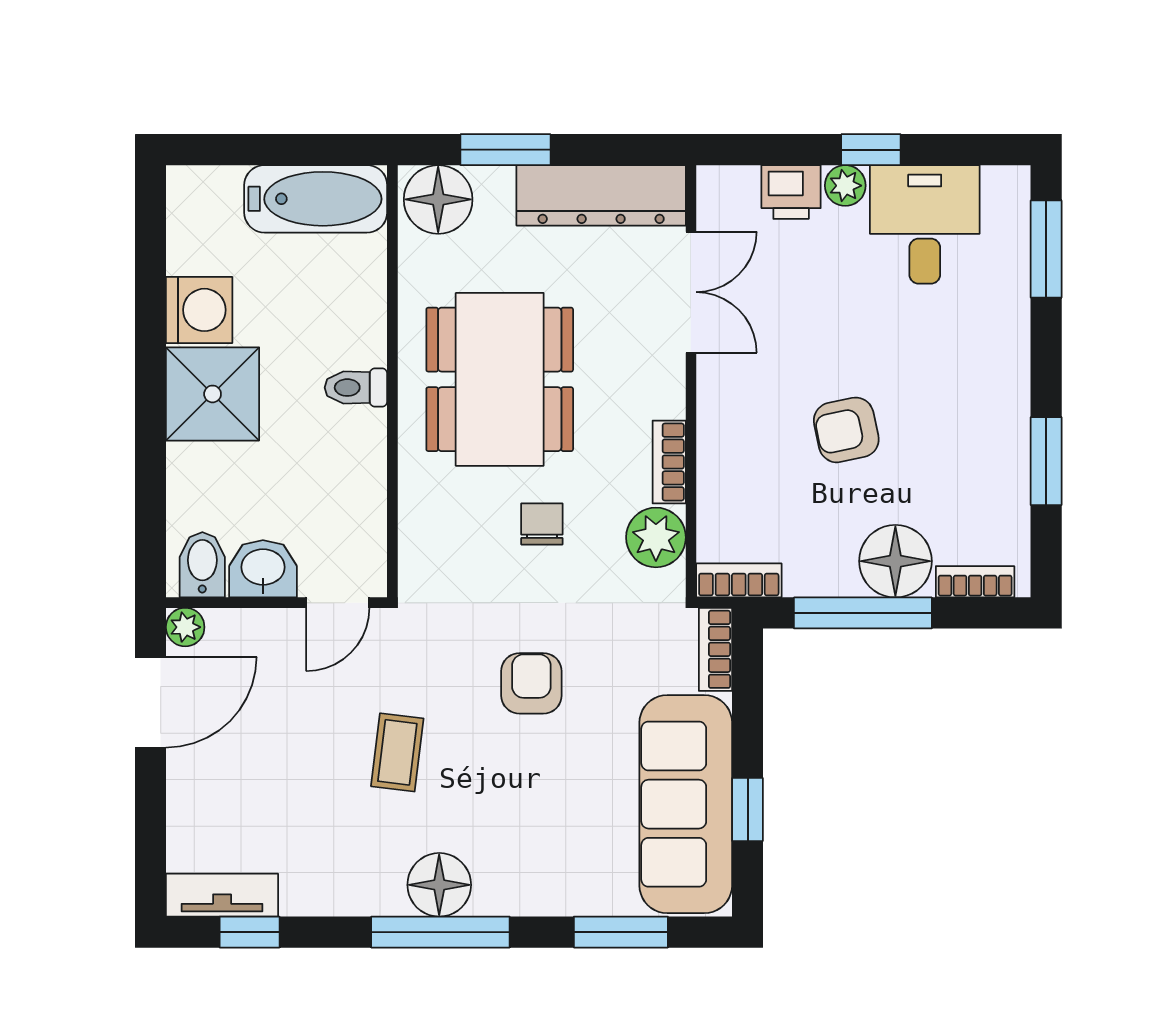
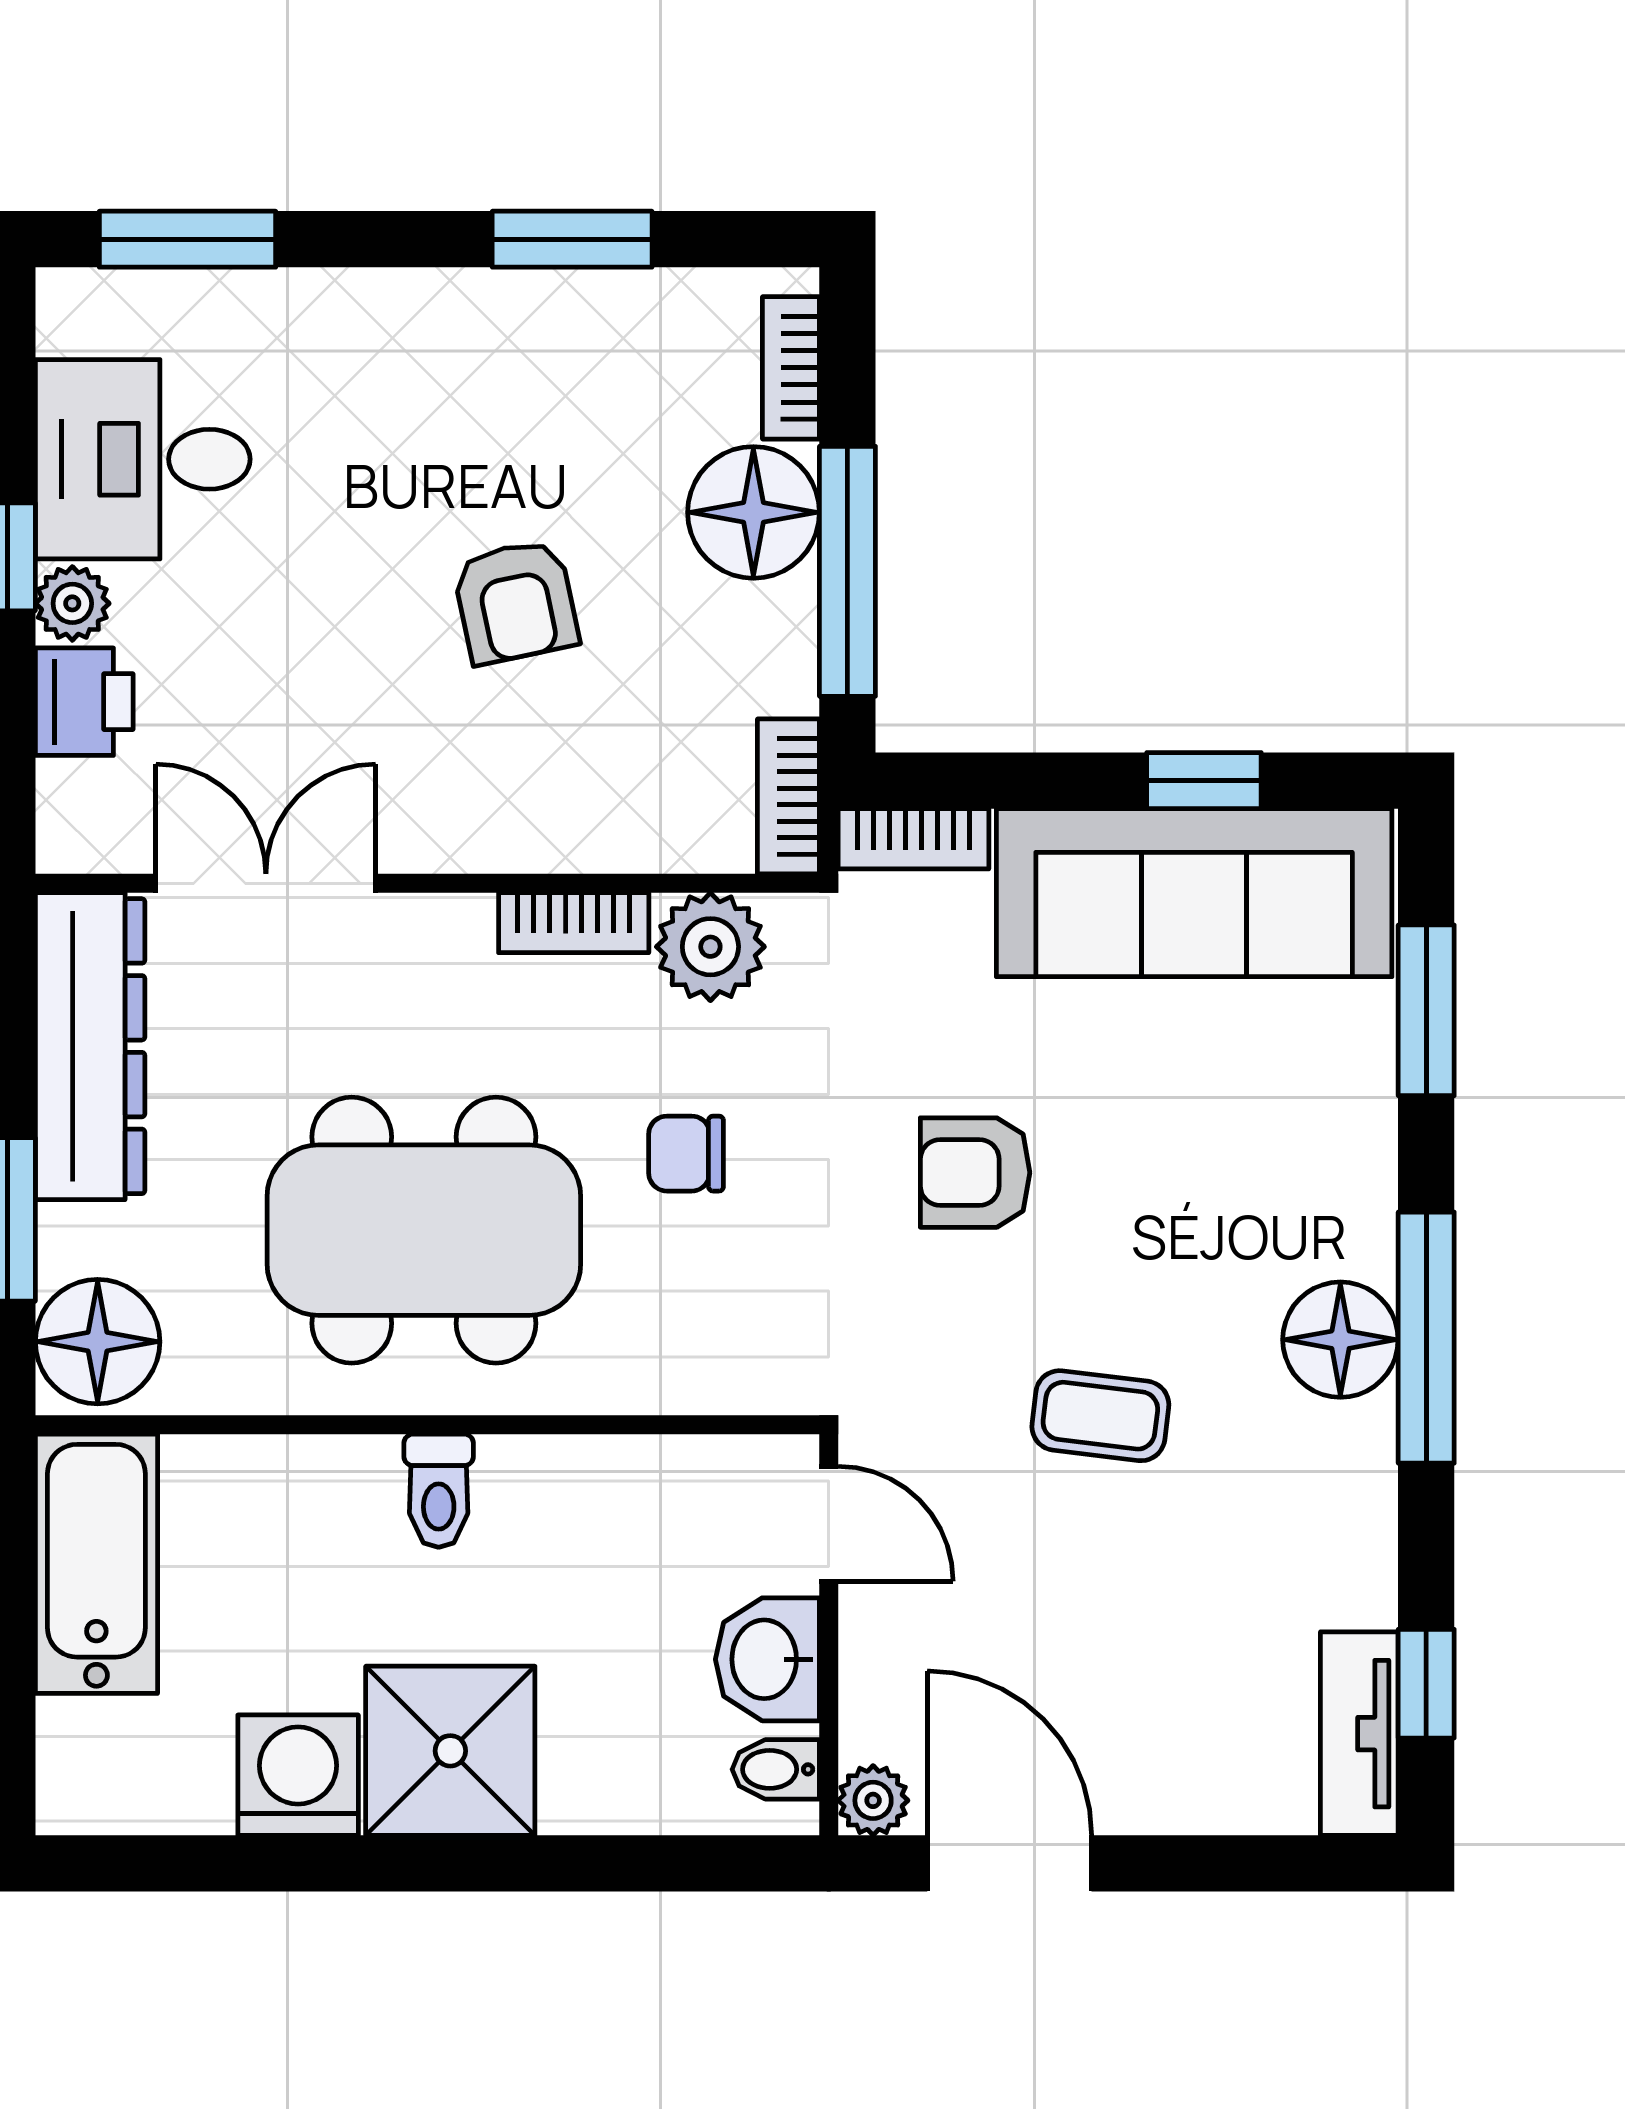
bidet: (202, 565) -> (776, 1769), width x0.72, depth x0.74

